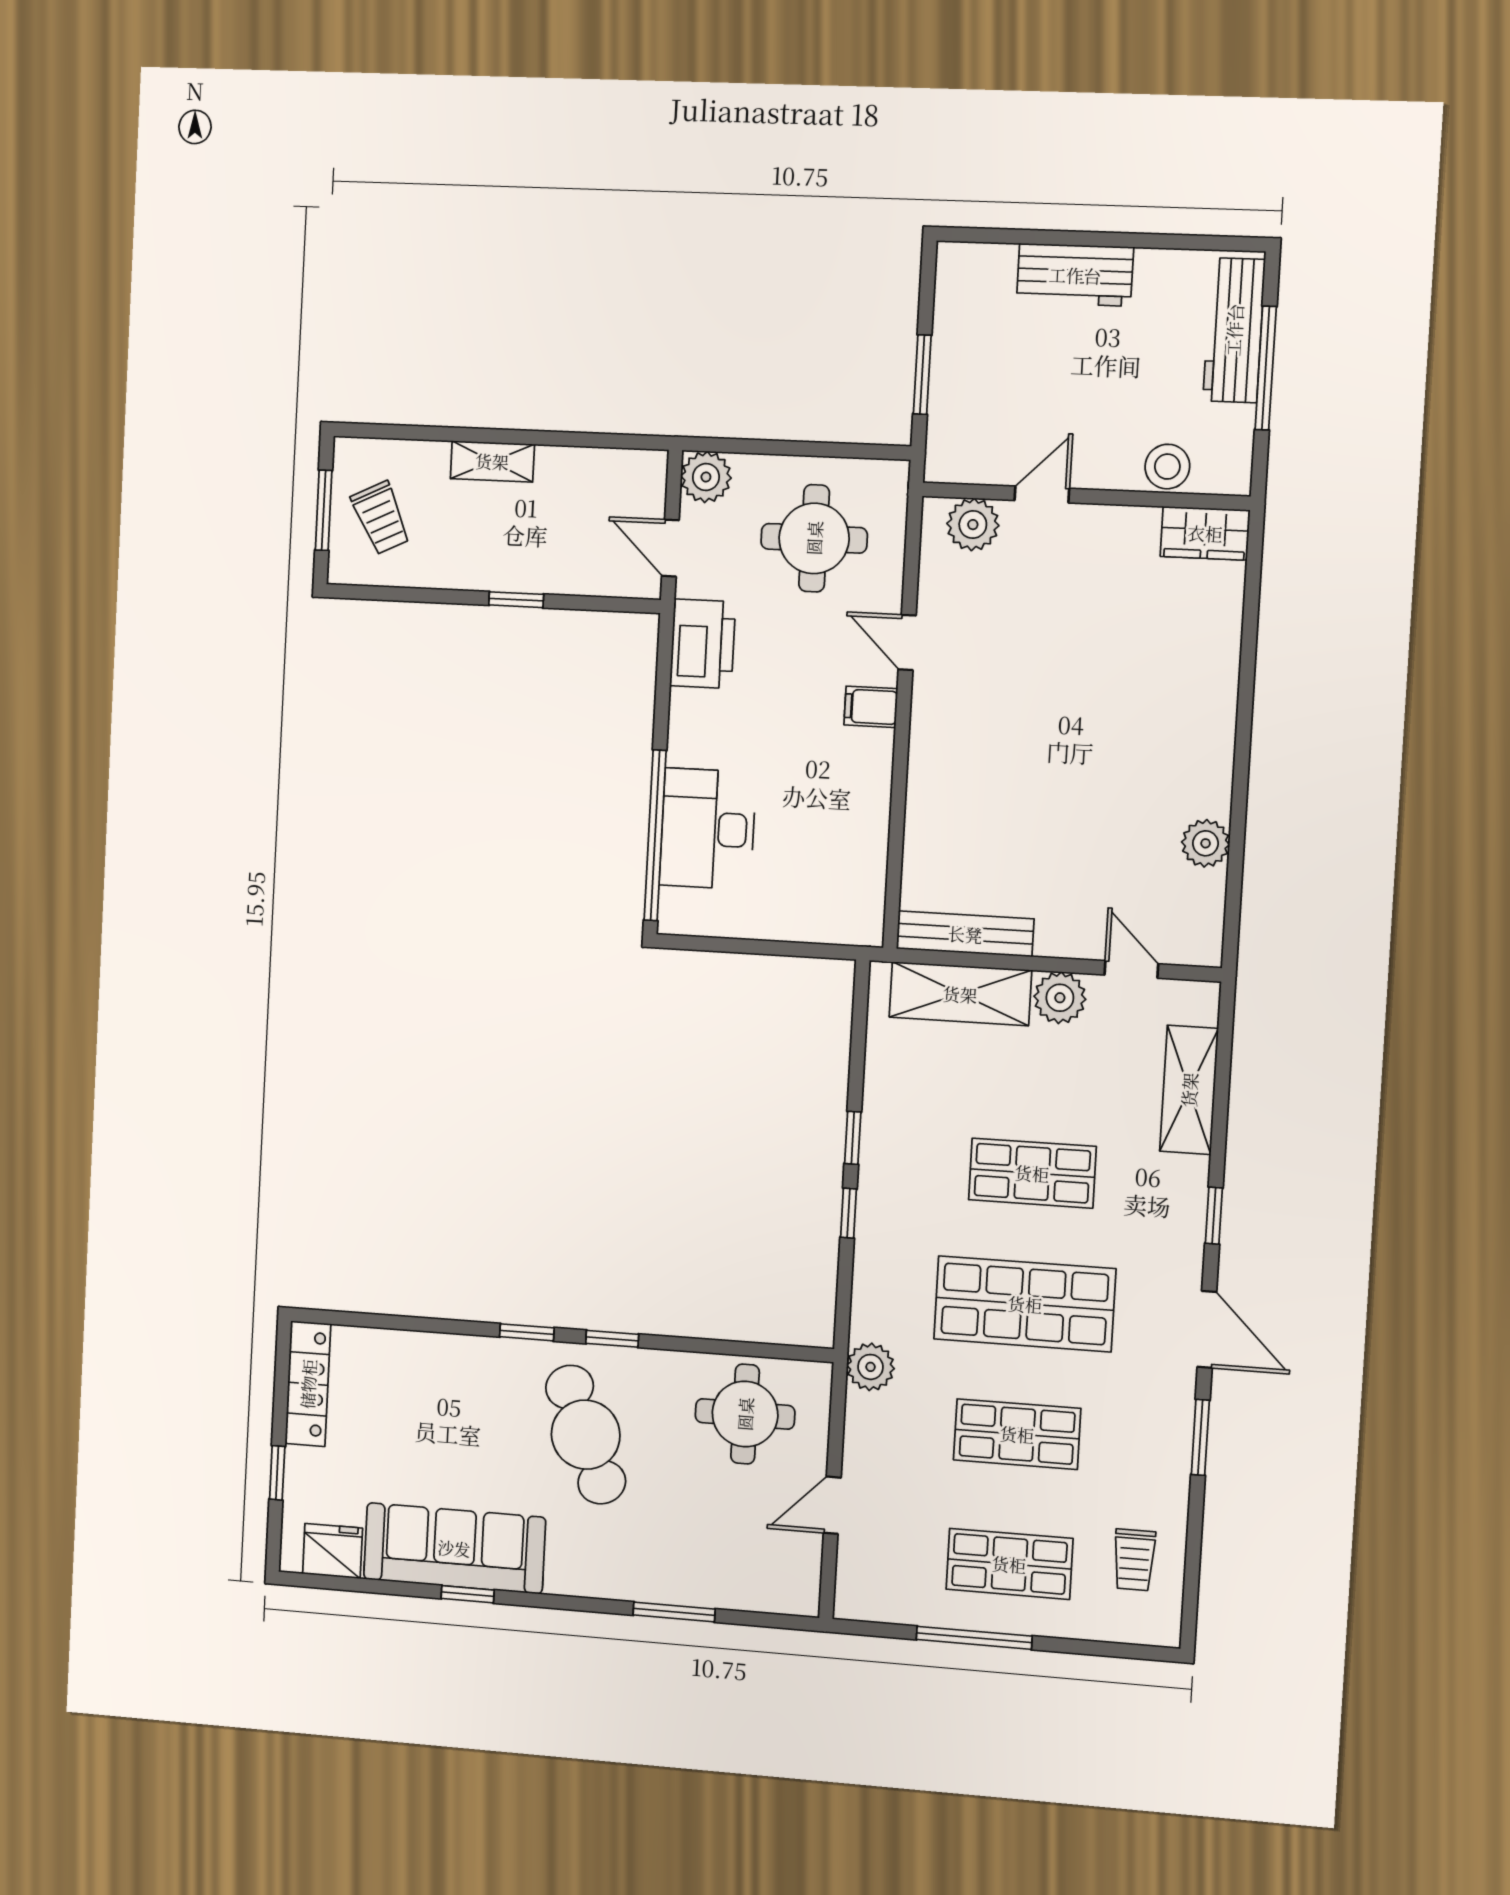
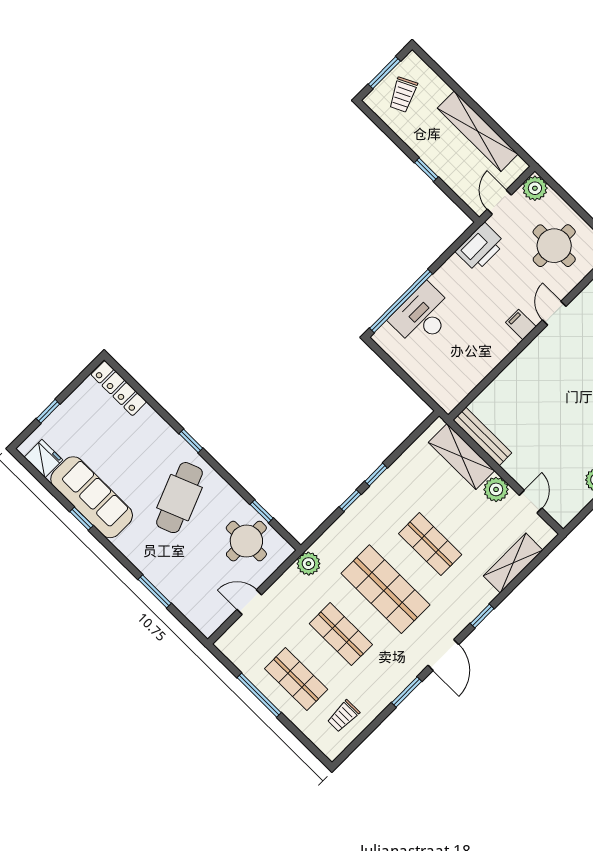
shelving: (492, 461) -> (478, 131), width x2.20, depth x1.33
window: (612, 1339) -> (262, 511), moved
locker: (308, 1384) -> (119, 388), moved, turned 90

